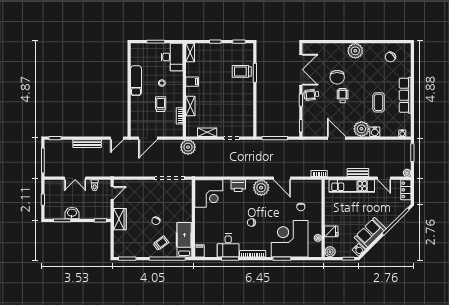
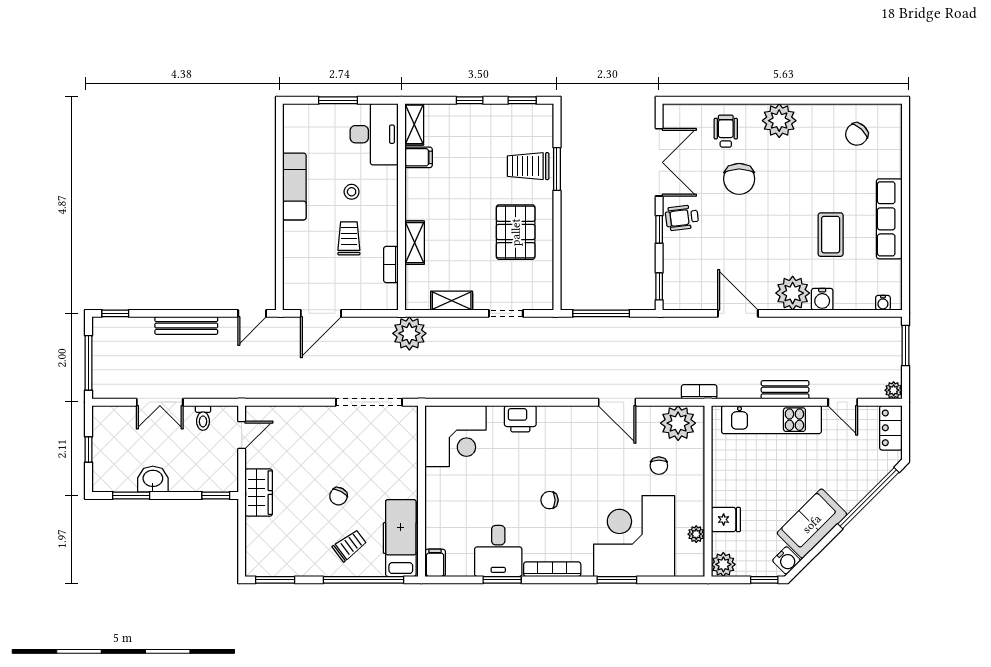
filing cabinet: (192, 82) -> (419, 157), moved
wheelchair: (343, 96) -> (726, 131), moved
pallet: (236, 101) -> (516, 232), added
plant: (261, 188) -> (678, 423), moved

